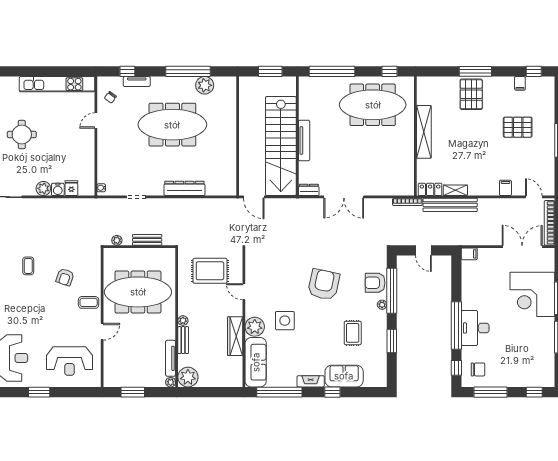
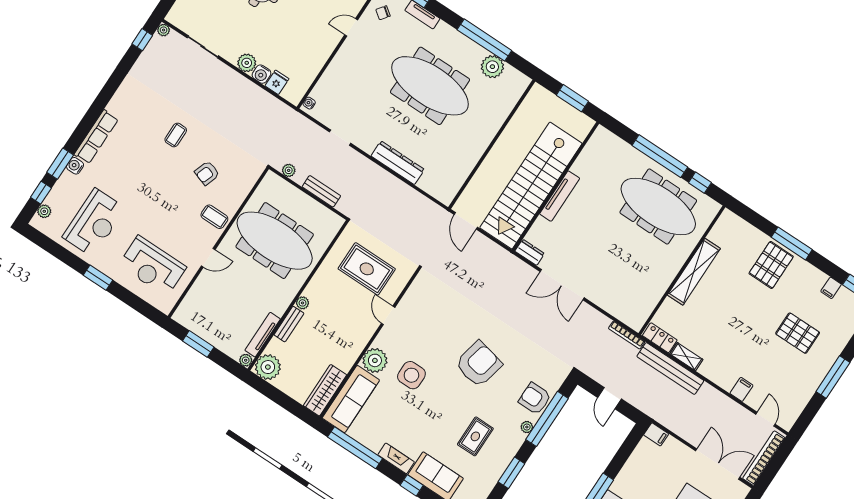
window: (332, 71) -> (660, 156), moved
wardrobe: (235, 336) -> (325, 390), moved

